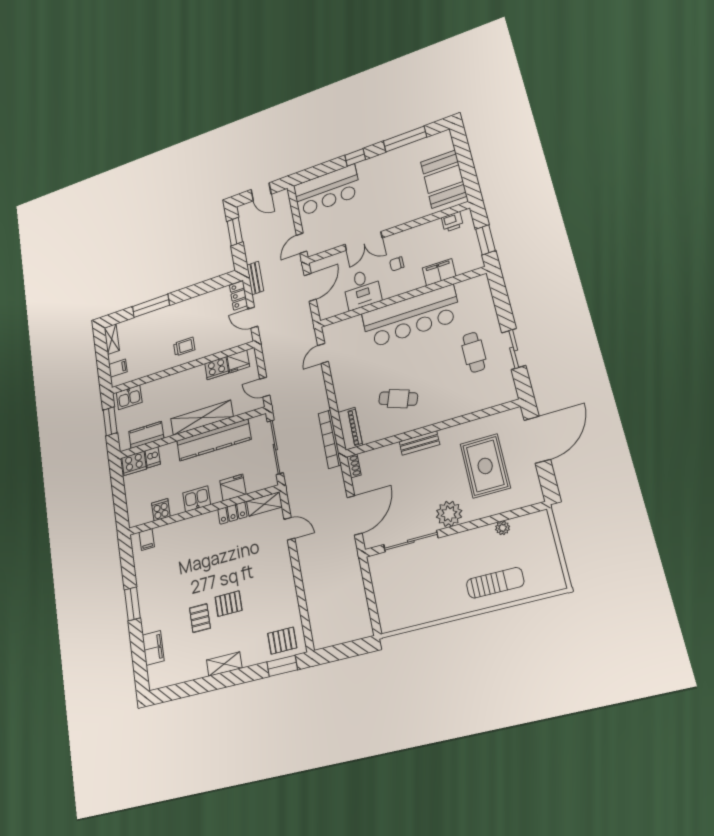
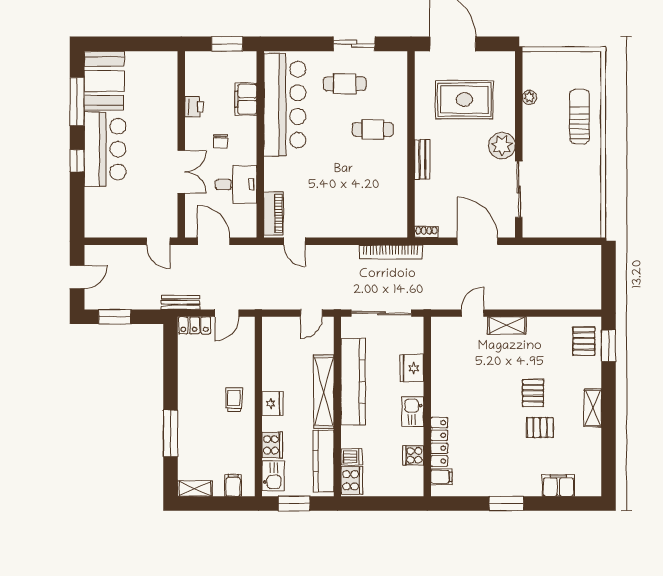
booth: (444, 179) -> (104, 81), moved, turned 90
bar counter: (327, 190) -> (105, 149), moved
printer: (452, 222) -> (194, 107), moved
bar counter: (411, 316) -> (285, 105), moved
fridge: (238, 361) -> (272, 403), moved
cooker: (217, 368) -> (272, 445), moved
cafe table: (398, 399) -> (373, 129), moved, turned 71
piano: (350, 429) -> (273, 214), moved, turned 90
kitchen counter: (146, 435) -> (323, 461), width x1.50
shelving: (264, 504) -> (507, 325), moved, turned 90
locker: (232, 513) -> (439, 442), moved, width x1.53

